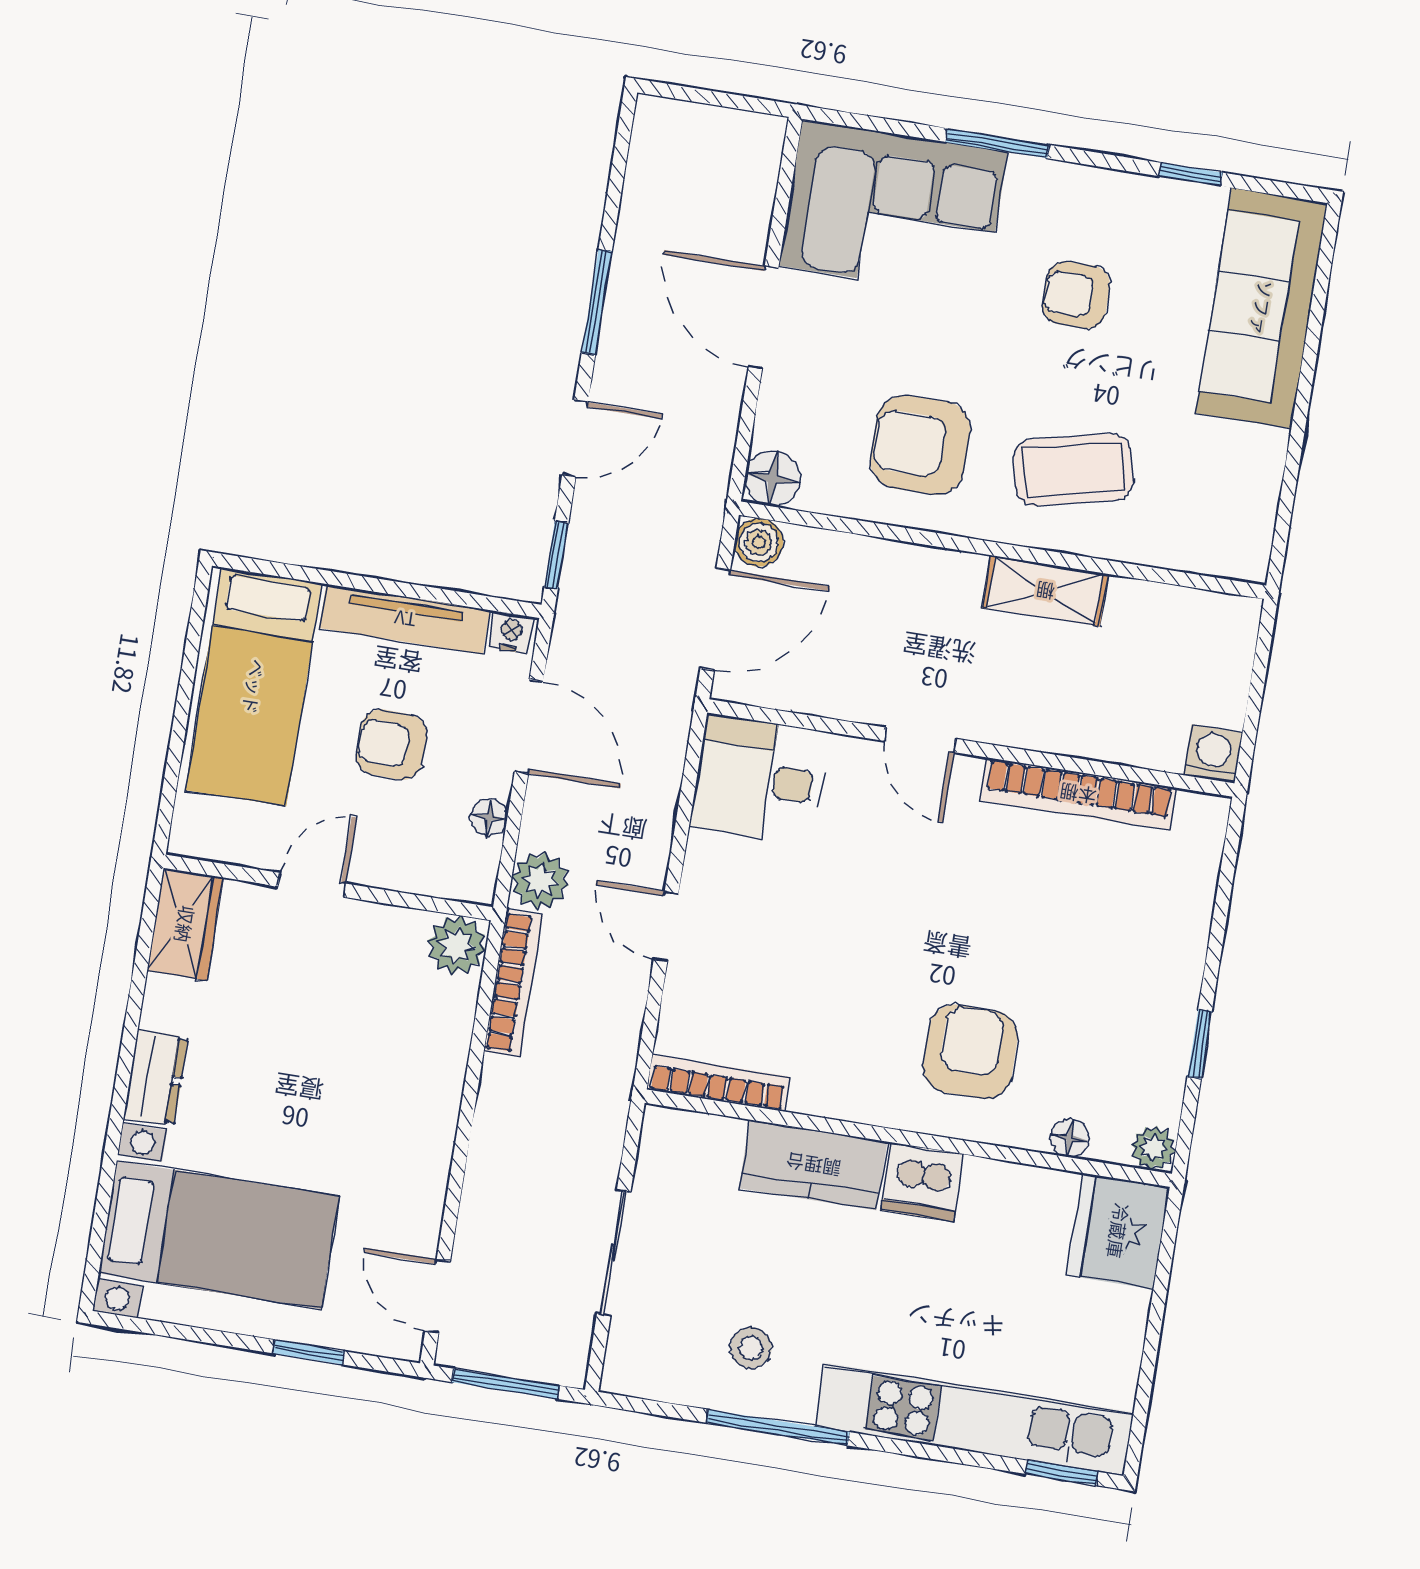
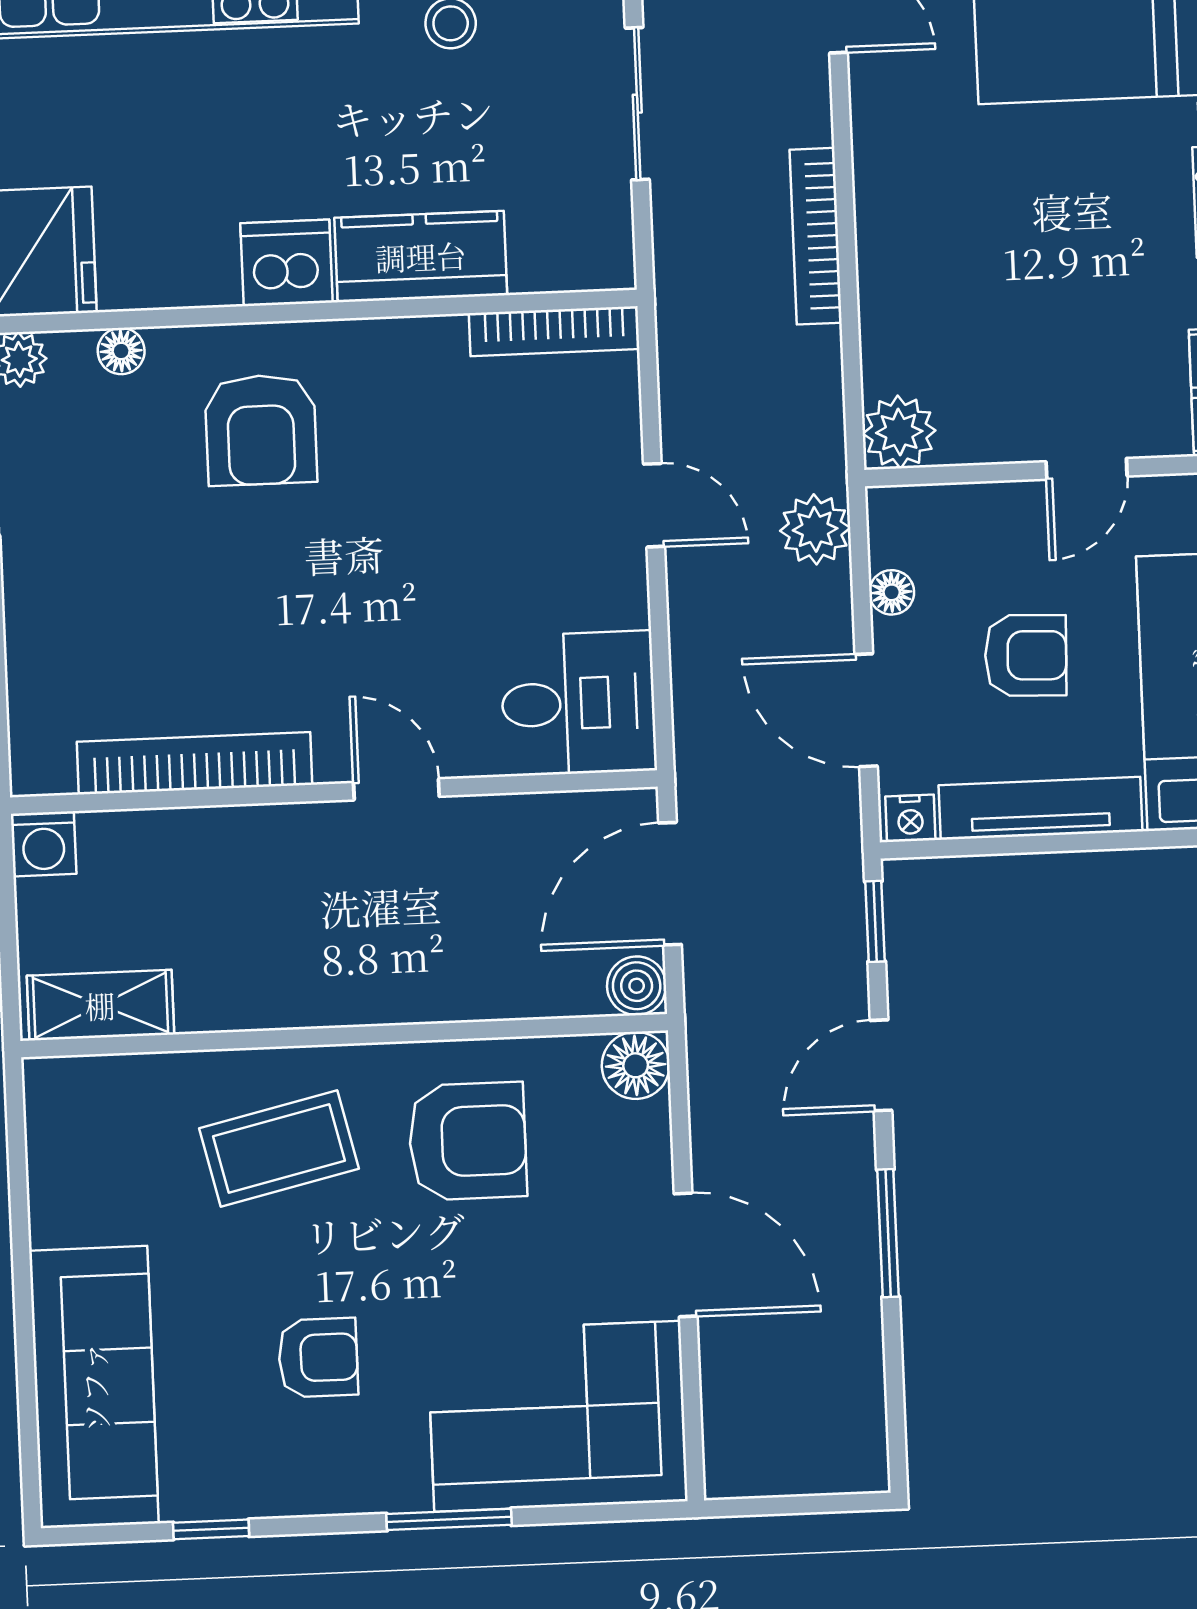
shelving: (1045, 591) -> (100, 1005), moved
bookcase: (513, 983) -> (816, 236), moved

